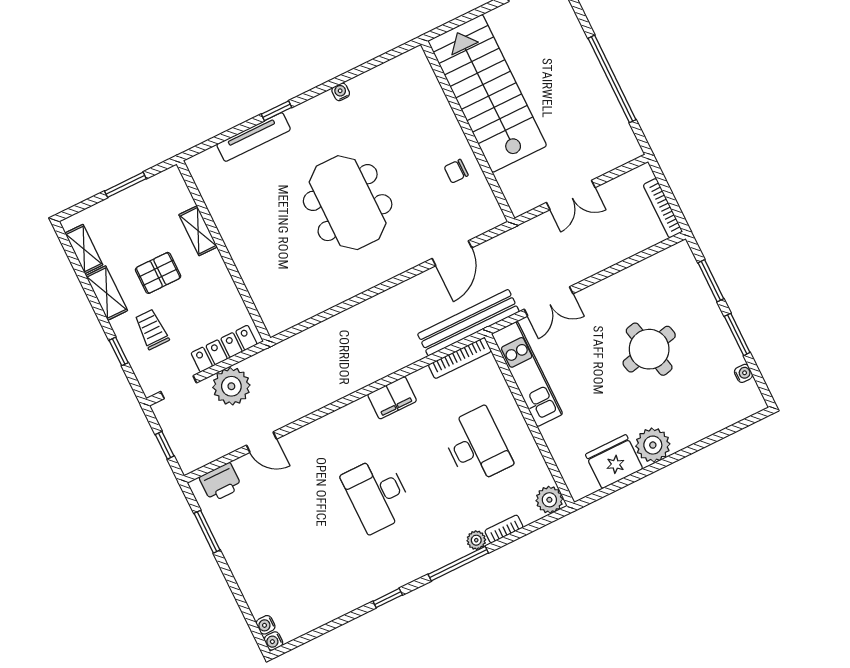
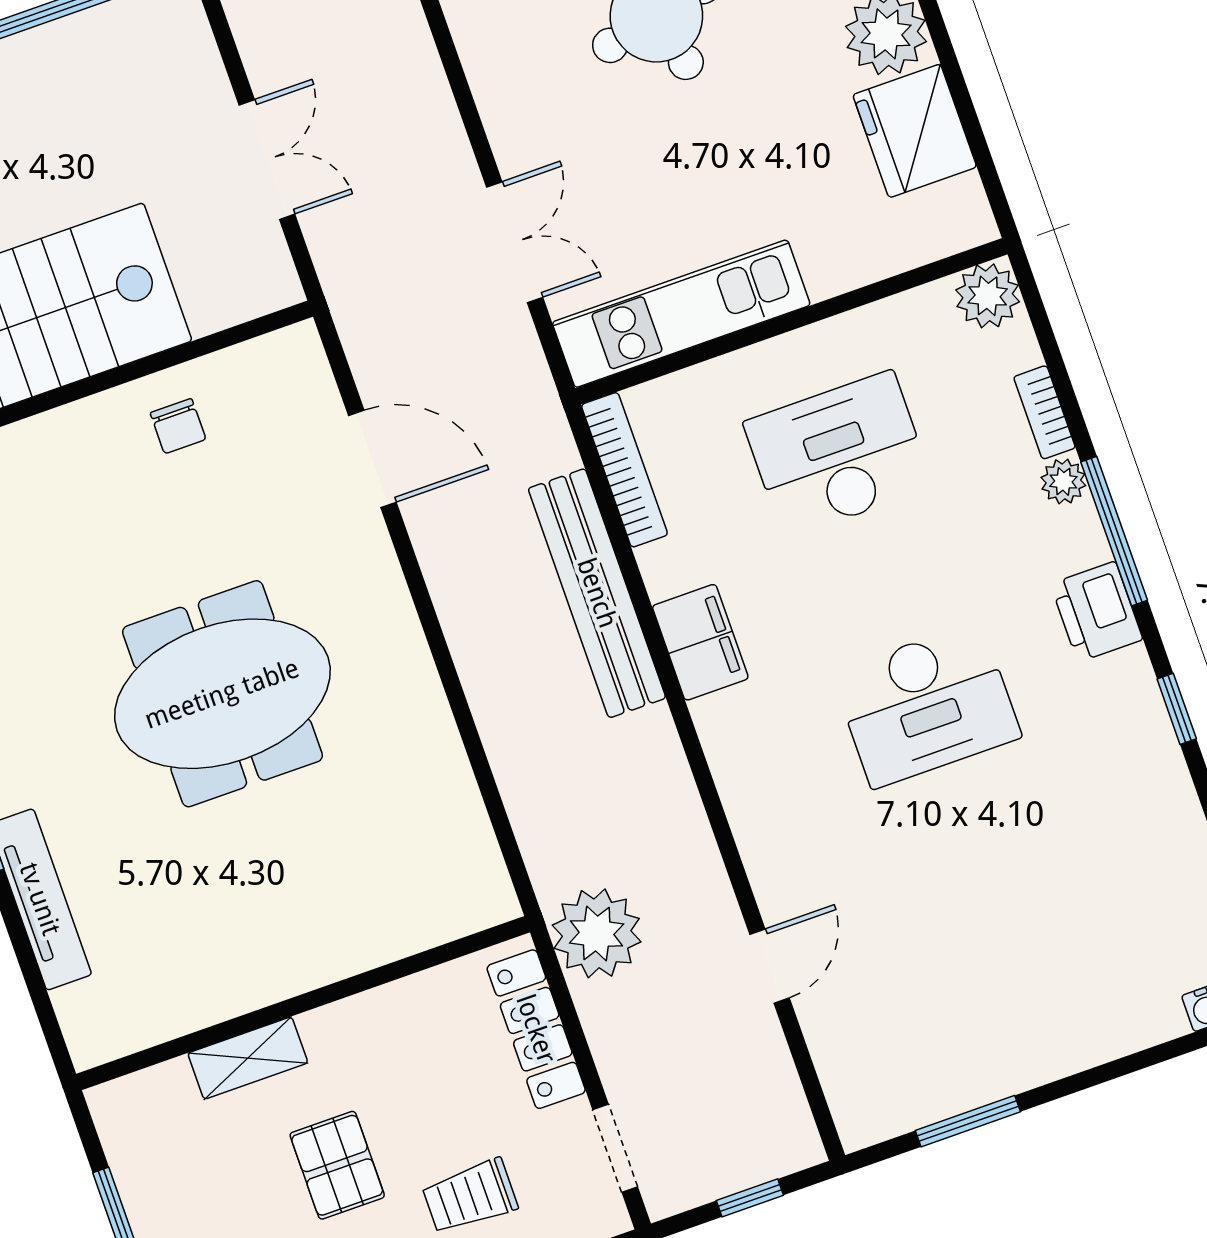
bench: (468, 323) -> (597, 593), moved
plant: (231, 386) -> (597, 933), moved
printer: (221, 482) -> (1097, 612), moved, turned 180

